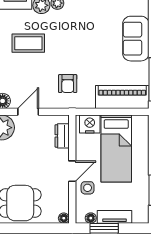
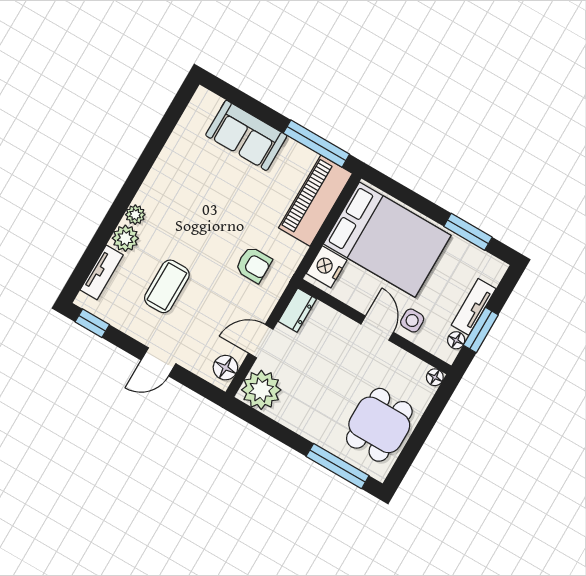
door: (28, 112) -> (261, 341), hinge flipped
dresser: (62, 136) -> (297, 310), moved, turned -90
bed: (116, 149) -> (387, 240), width x1.50

